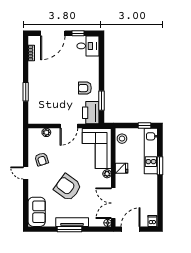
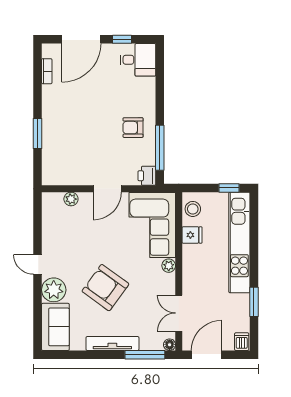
window: (102, 101) -> (160, 148), width x1.44
printer: (91, 113) -> (147, 176), width x0.53, depth x0.68
kitchen unit: (151, 151) -> (239, 242), width x1.36
armchair: (42, 159) -> (63, 242), removed
window: (160, 166) -> (254, 302), moved
fridge: (121, 168) -> (192, 235), moved
plant: (36, 189) -> (54, 290), added
double door: (113, 203) -> (179, 313), width x0.73
window: (70, 229) -> (145, 355), moved

